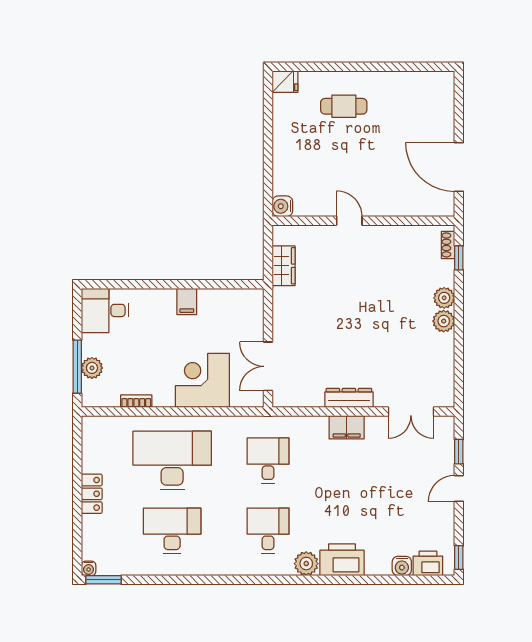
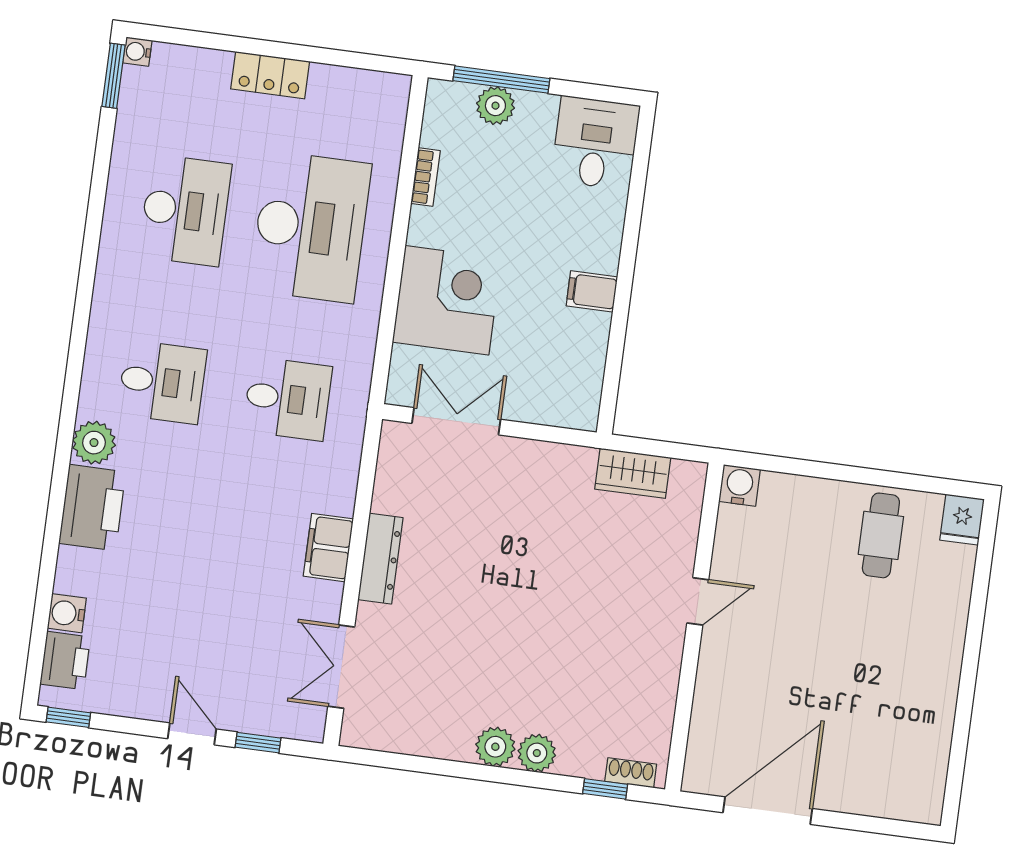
cafe table: (344, 106) -> (881, 535), moved

